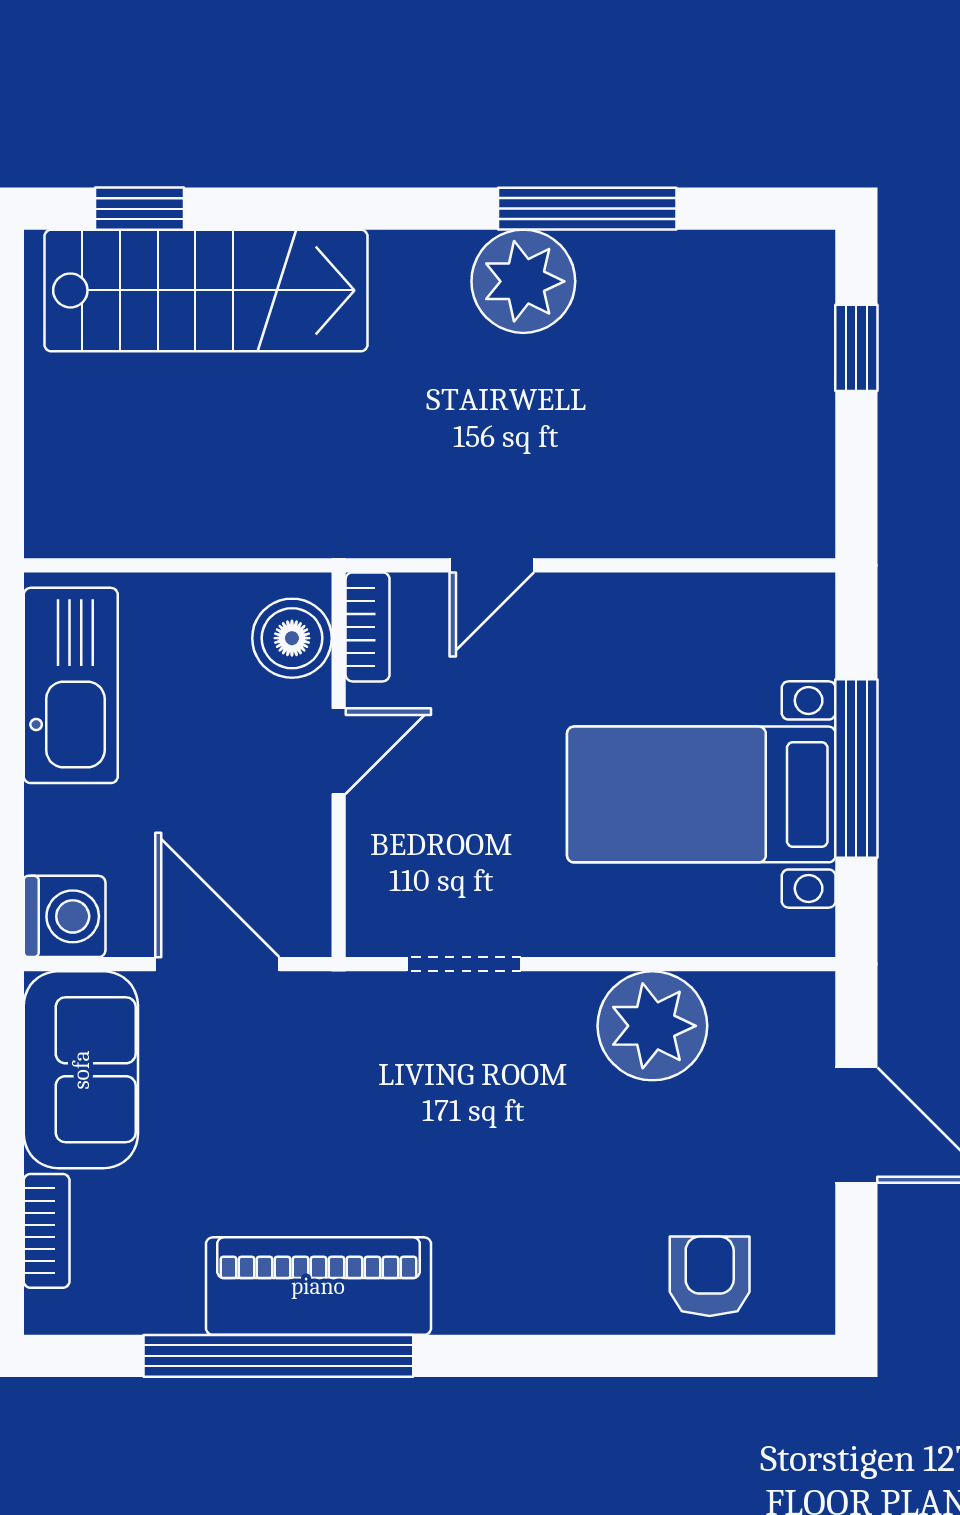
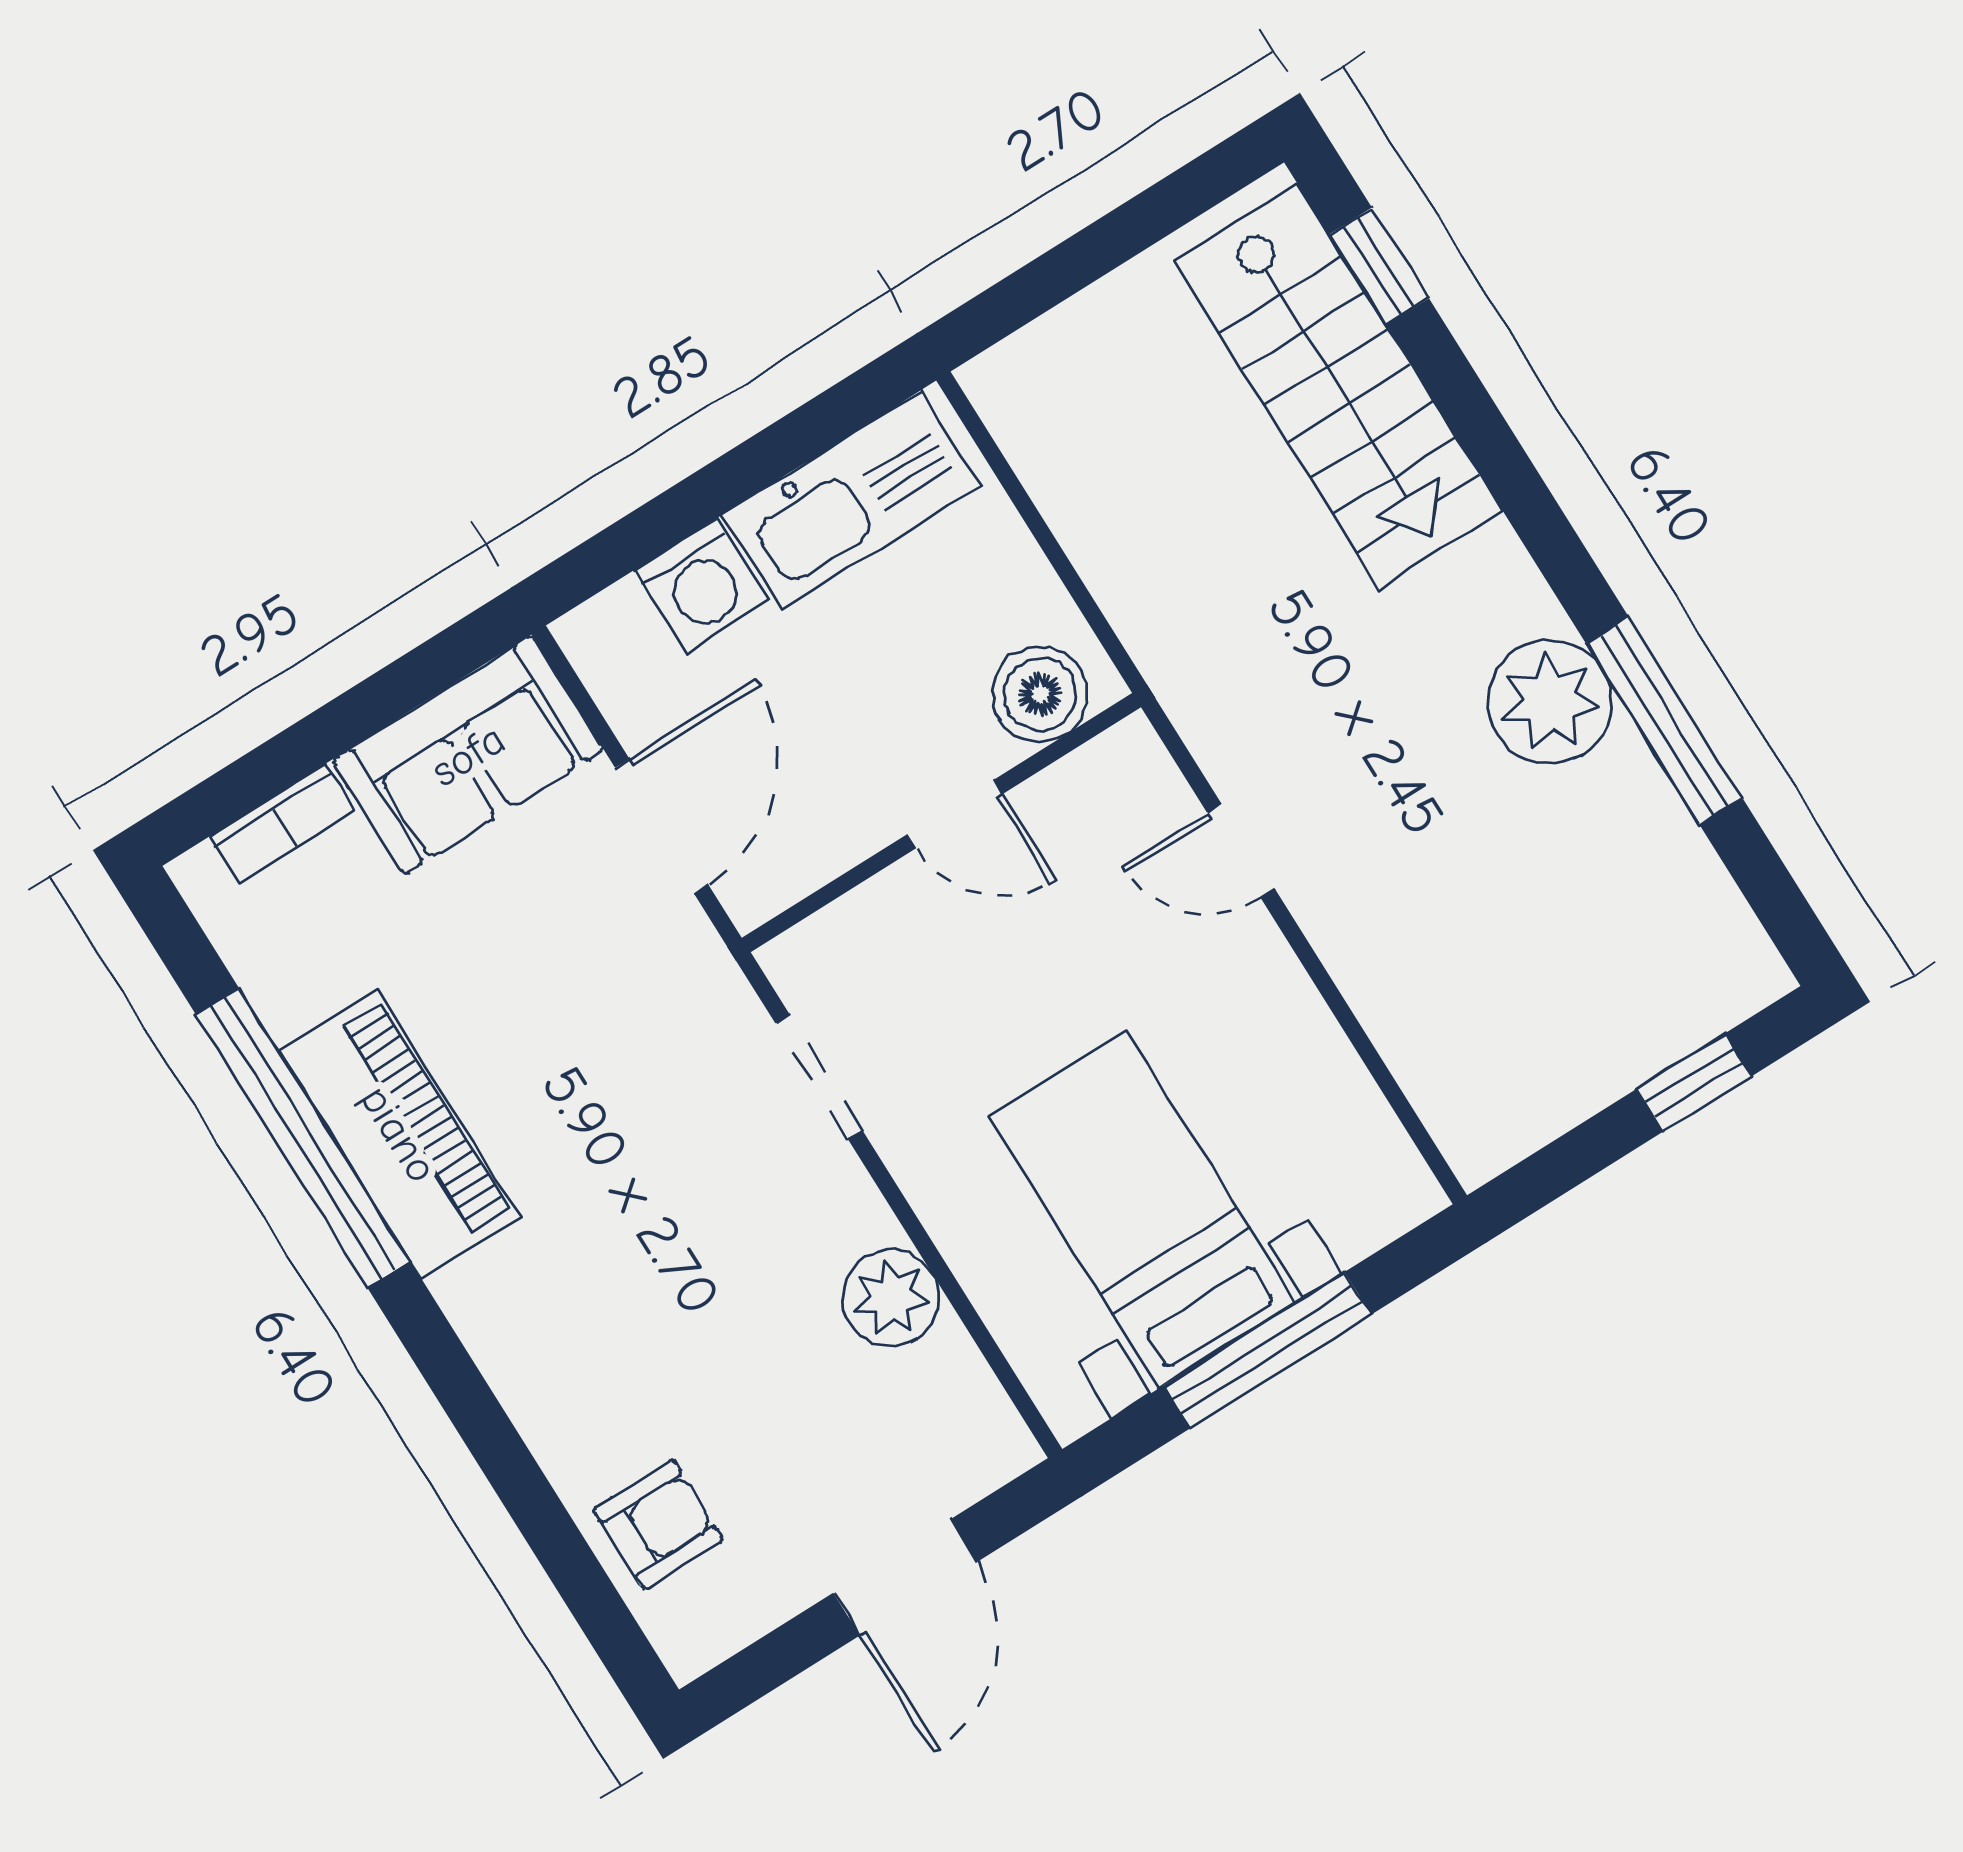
bookcase: (368, 627) -> (1100, 764), removed
washing machine: (65, 916) -> (701, 586), moved
plant: (652, 1026) -> (891, 1298), width x0.73, depth x0.73

